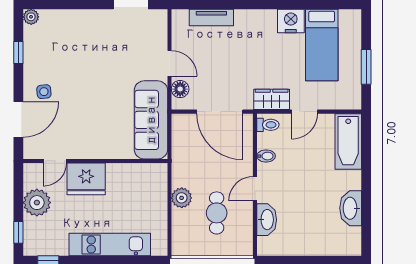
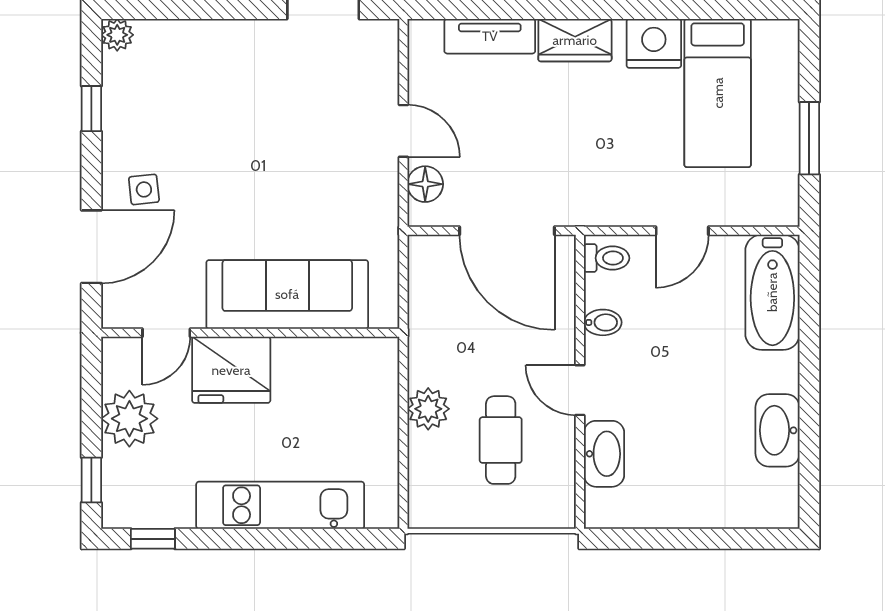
wardrobe: (272, 99) -> (575, 40), moved, turned 180
sofa: (151, 120) -> (287, 294), moved, turned 90
door: (255, 189) -> (580, 390), hinge flipped

